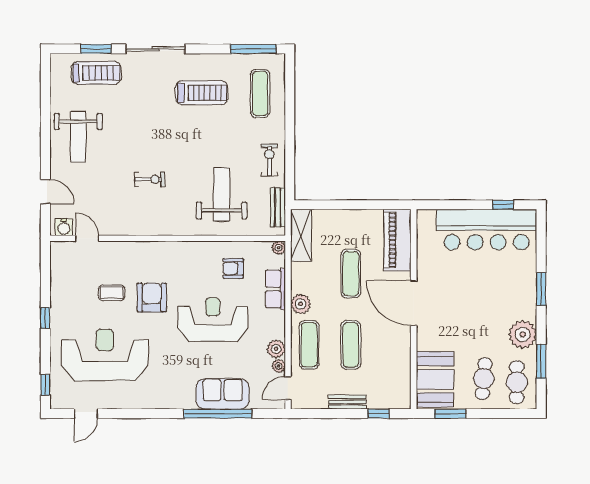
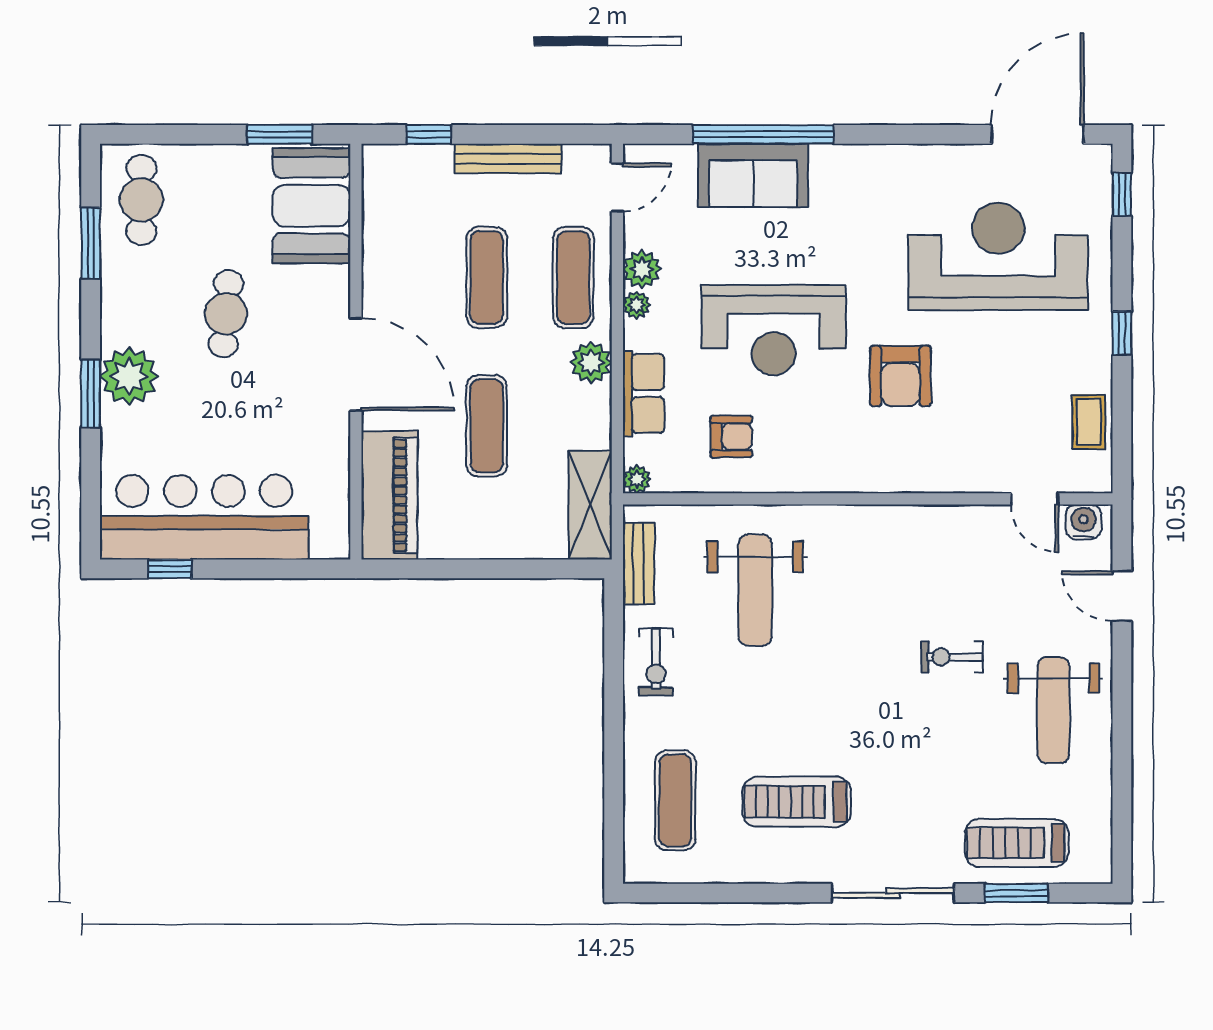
window: (253, 49) -> (689, 893), removed
weight bench: (78, 137) -> (1053, 710), turned 180
exercise bike: (150, 179) -> (952, 657), moved
coffee table: (112, 293) -> (1089, 422), moved, turned 90
plant: (523, 334) -> (129, 376), moved
reception desk: (105, 355) -> (998, 256), turned 180
plant: (279, 366) -> (637, 305), moved
cafe table: (484, 379) -> (226, 314), moved
bench: (347, 402) -> (508, 159), width x1.36
door: (86, 414) -> (1038, 134), width x1.88

